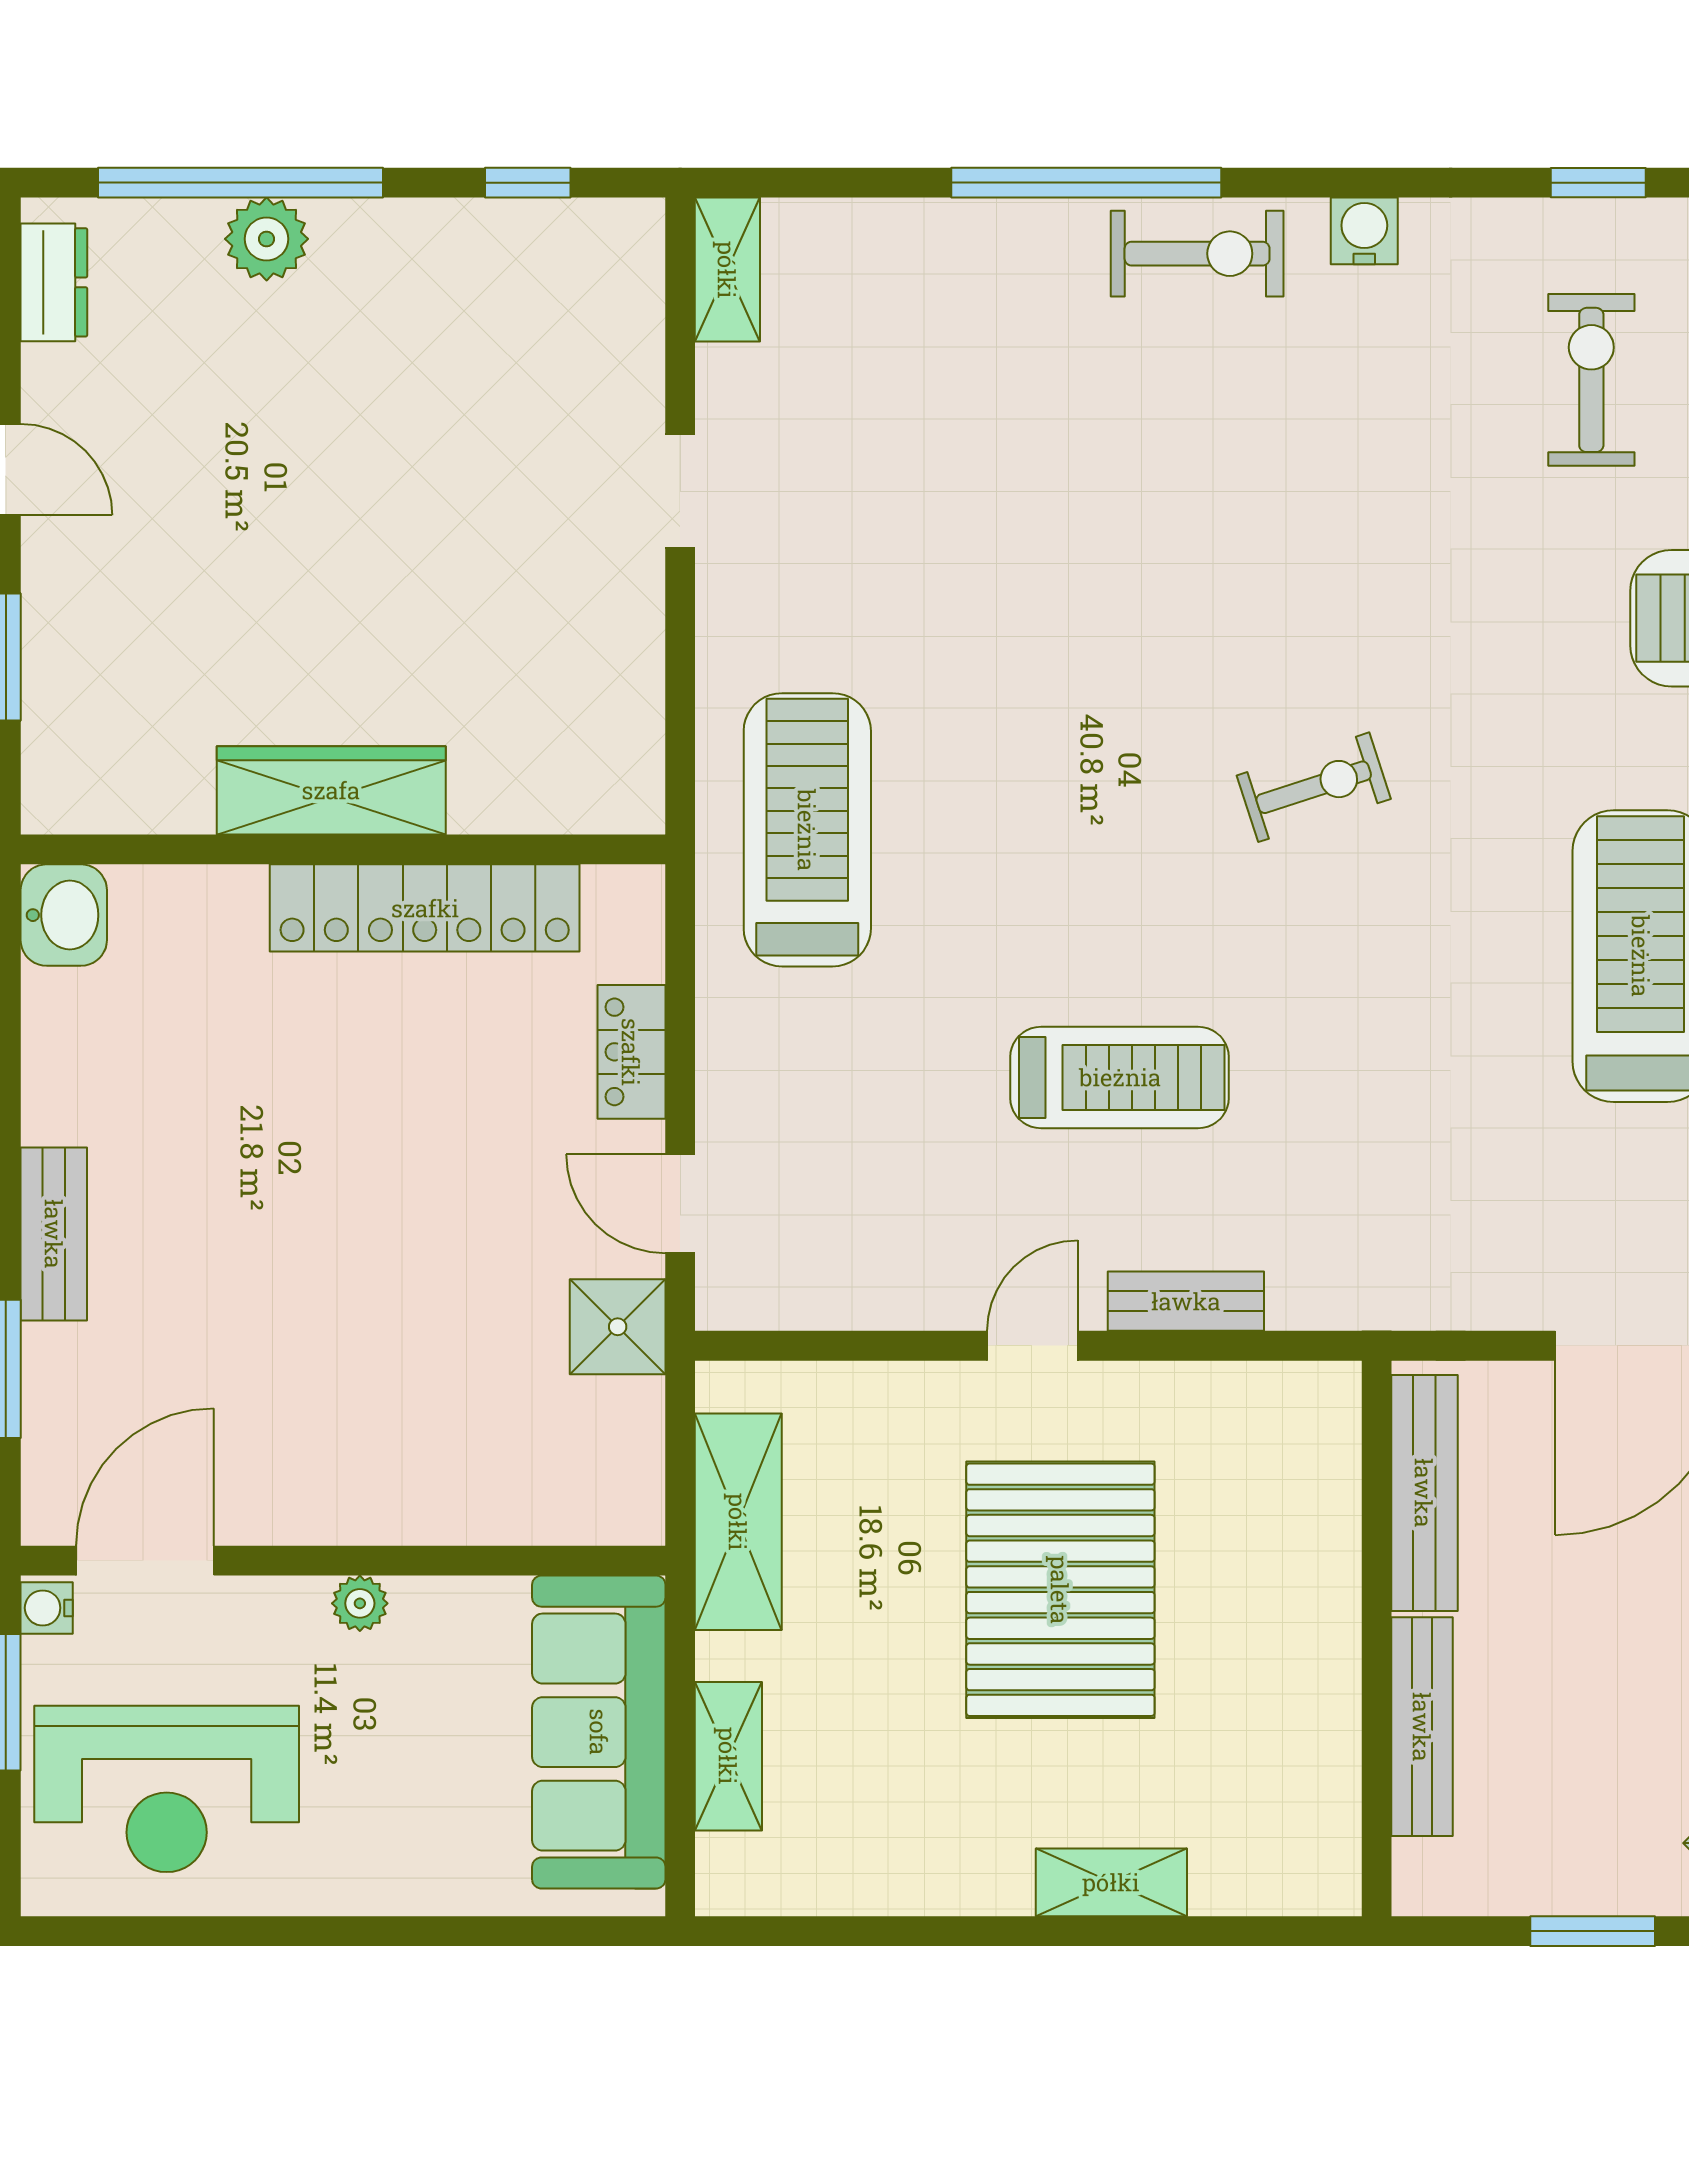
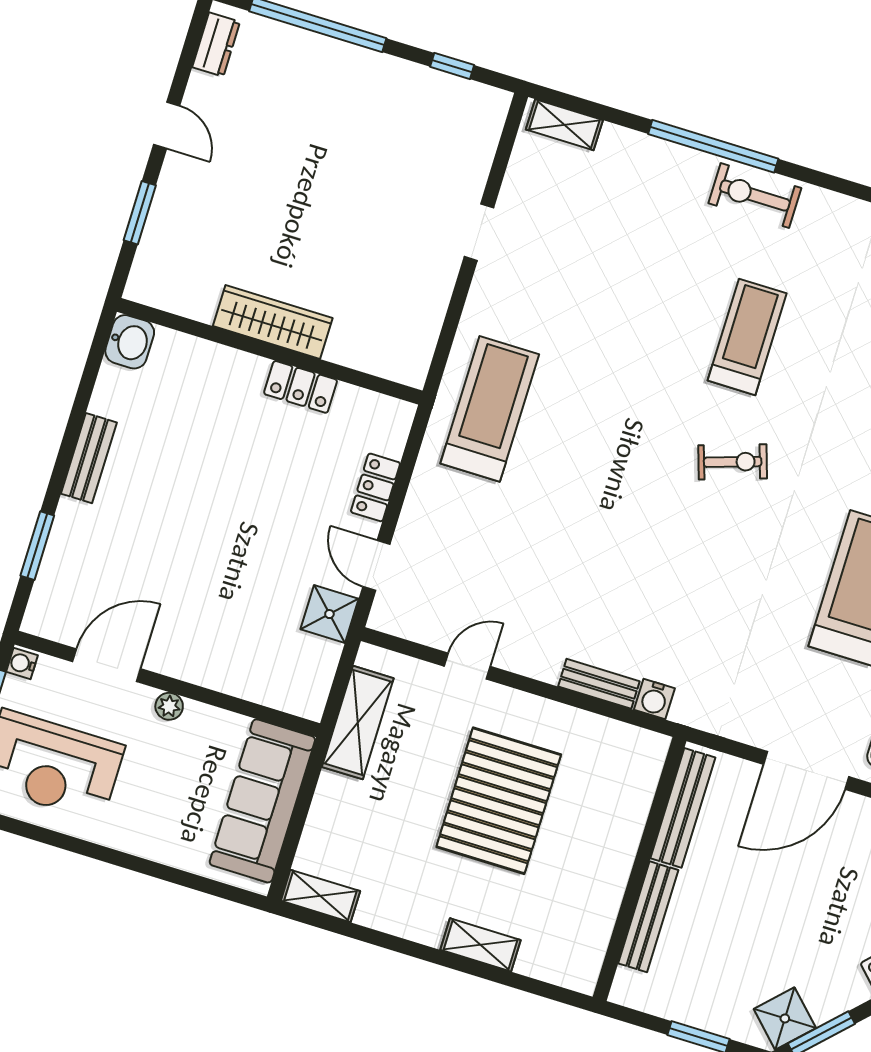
water cooler: (1364, 231) -> (654, 699), moved, turned 180
plant: (267, 239) -> (322, 55), removed
exercise bike: (1197, 254) -> (755, 196), turned 180
shelving: (727, 270) -> (564, 125), moved, turned 90
locker: (425, 908) -> (301, 387), width x0.46, depth x0.83
treadmill: (1120, 1077) -> (747, 337), moved, turned -90
bench: (54, 1234) -> (89, 458), moved
door: (1033, 1346) -> (467, 666), moved
door: (145, 1561) -> (107, 665), moved
shelving: (728, 1756) -> (320, 896), moved, turned 90

